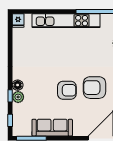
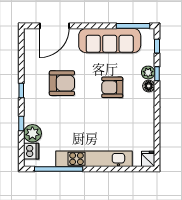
armchair: (67, 90) -> (112, 87), moved
sofa: (52, 128) -> (110, 41), width x1.36, depth x1.27

